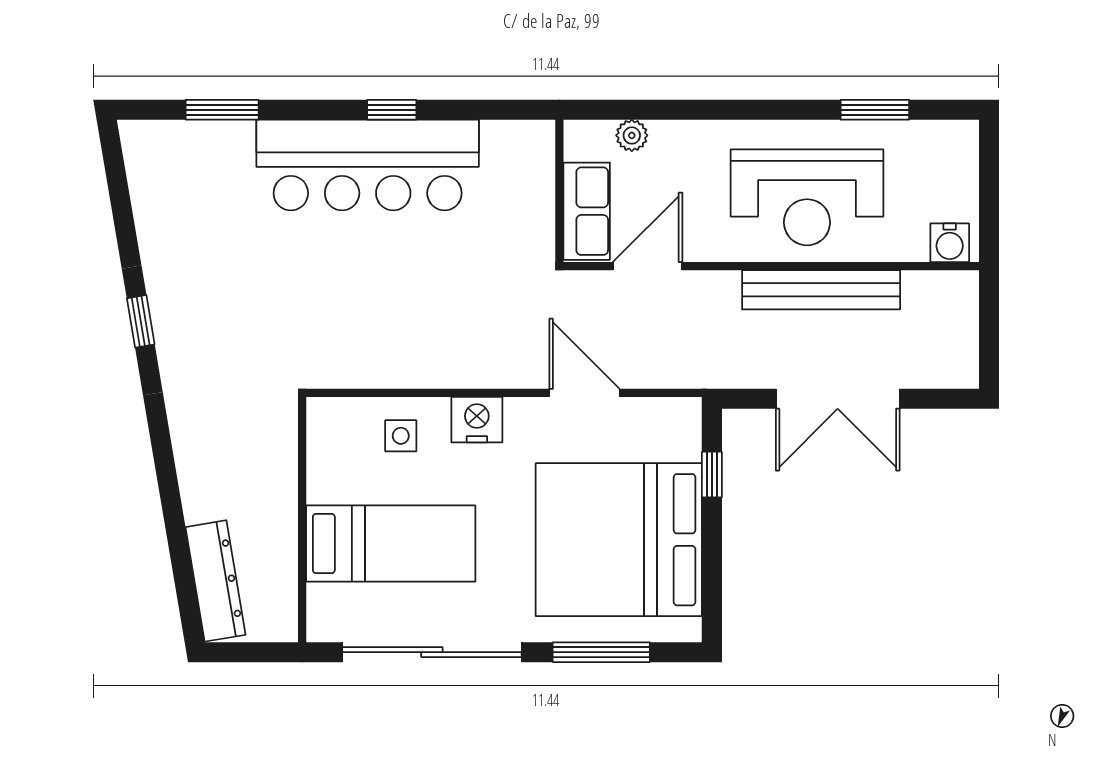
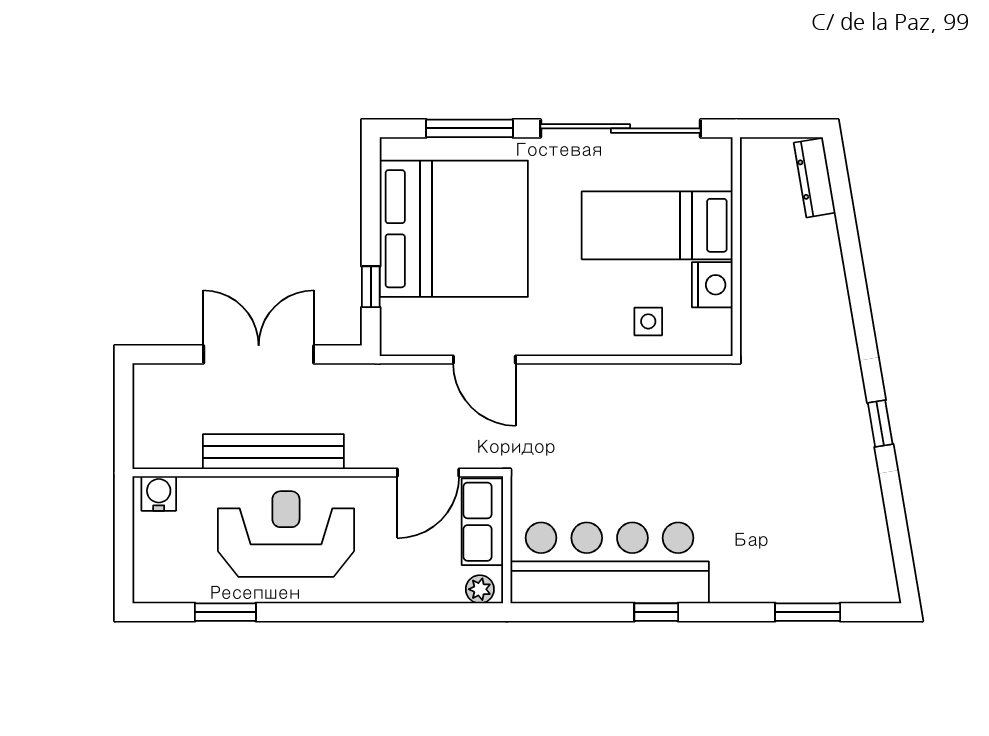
plant: (632, 135) -> (480, 589), moved
bar counter: (368, 165) -> (610, 563), moved
nightstand: (477, 420) -> (712, 285), moved, turned -90
dresser: (216, 581) -> (815, 178), width x0.73, depth x0.80

